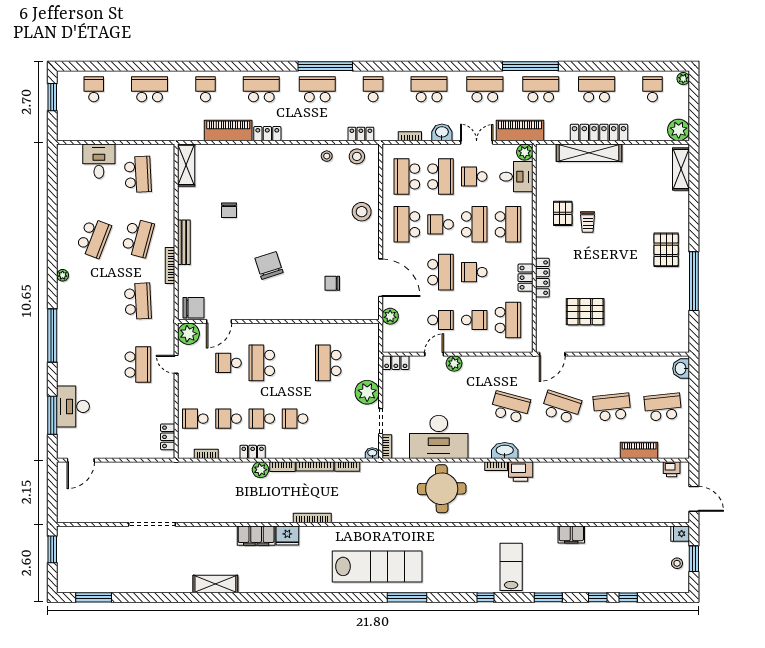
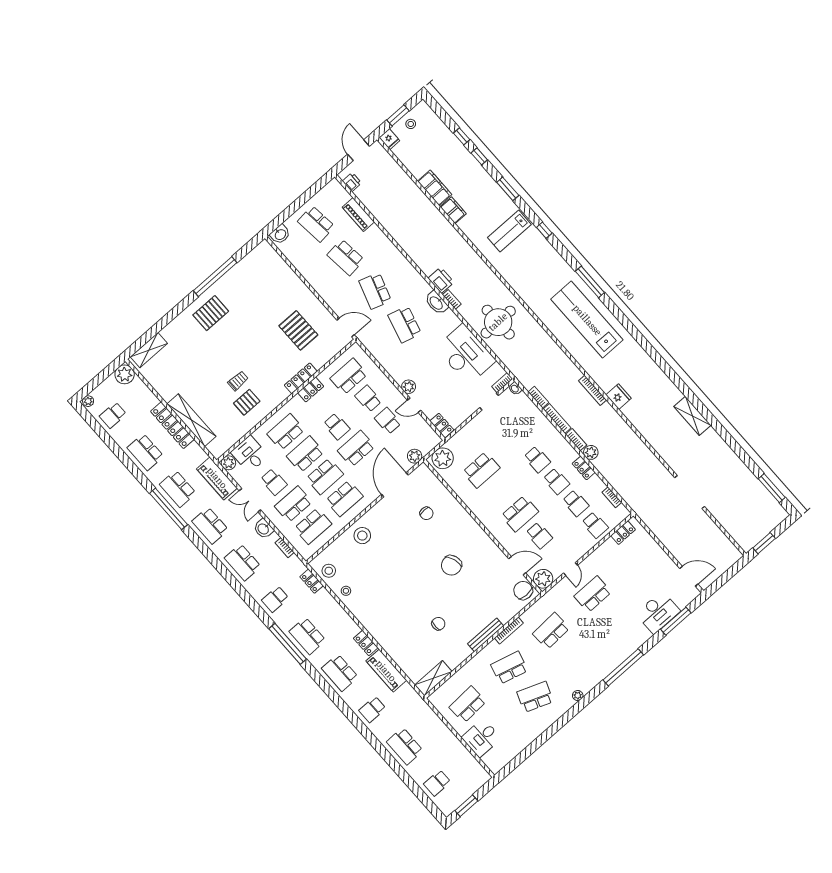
school desk: (441, 224) -> (325, 476), width x1.85
plant: (367, 392) -> (443, 458), moved
filing cabinet: (256, 536) -> (435, 188), moved

